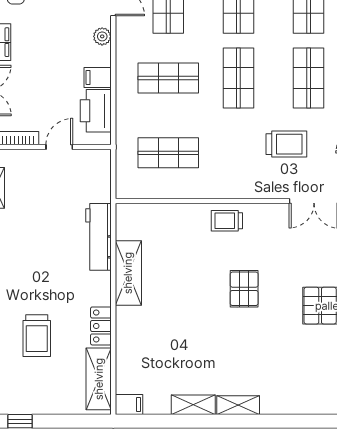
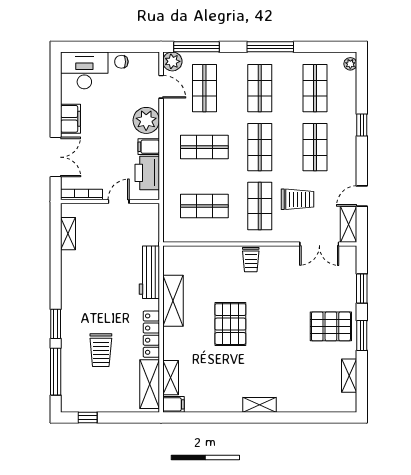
plant: (102, 36) -> (146, 120), width x1.88, depth x1.88
shop shelf: (238, 153) -> (260, 206), added
trolley: (227, 221) -> (251, 260), turned -90
pallet: (244, 289) -> (230, 324), moved, width x1.50, depth x1.42
locker: (101, 326) -> (151, 334), width x1.53
shelving: (193, 405) -> (171, 378), moved, turned 90

